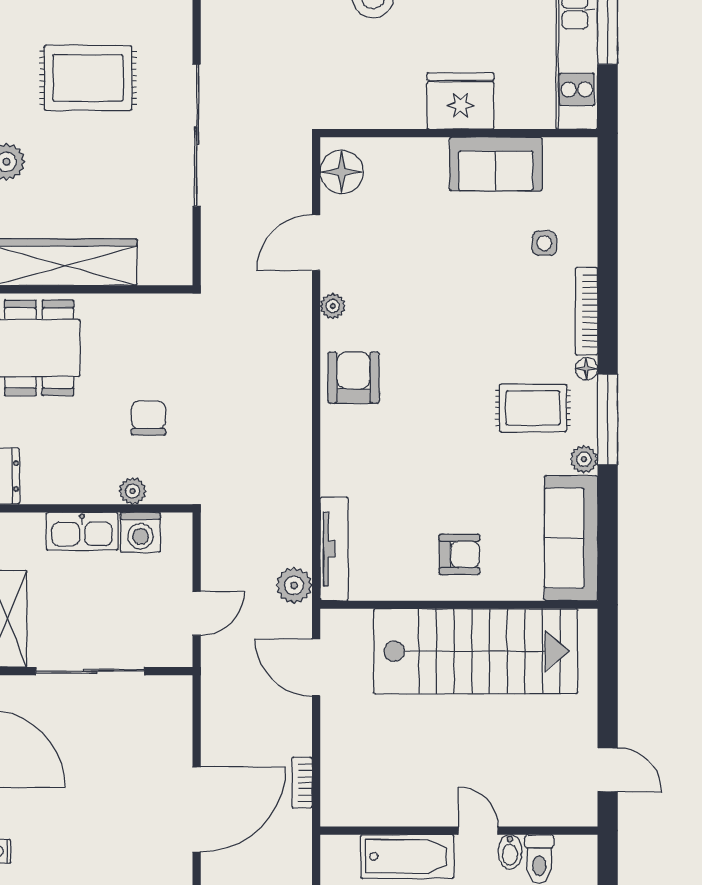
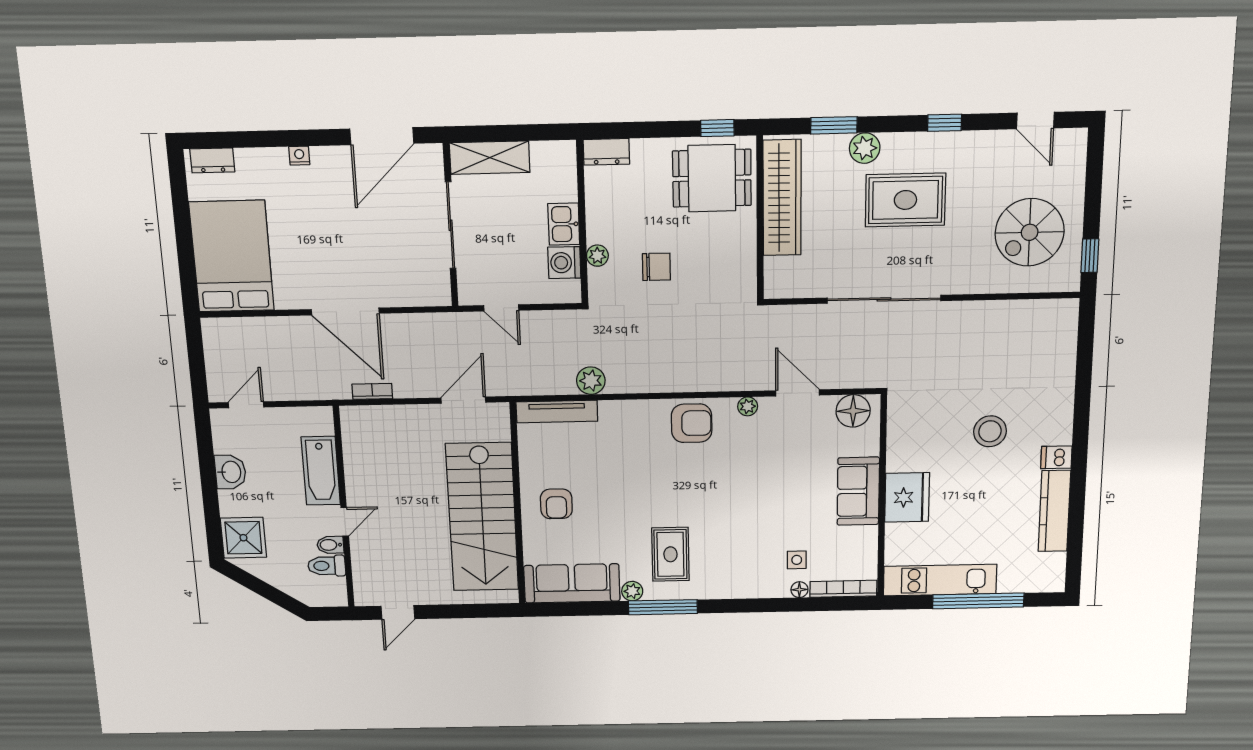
rug: (88, 78) -> (905, 200), moved, turned 90
sofa: (496, 164) -> (858, 491), moved
bookcase: (586, 311) -> (843, 589), moved
floor lamp: (586, 369) -> (799, 590), moved
kitchen sink: (82, 531) -> (564, 224), width x0.73
plant: (294, 585) -> (591, 381), moved

